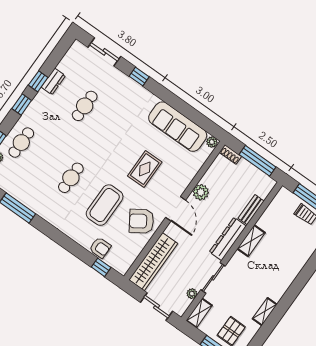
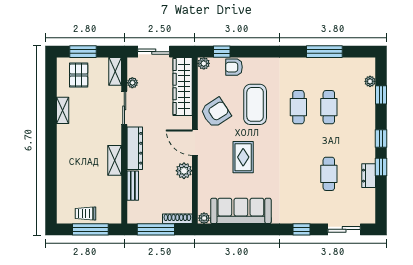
cafe table: (21, 143) -> (329, 107), moved
shoe rack: (230, 154) -> (177, 219), width x1.43
plant: (123, 268) -> (204, 63), added

